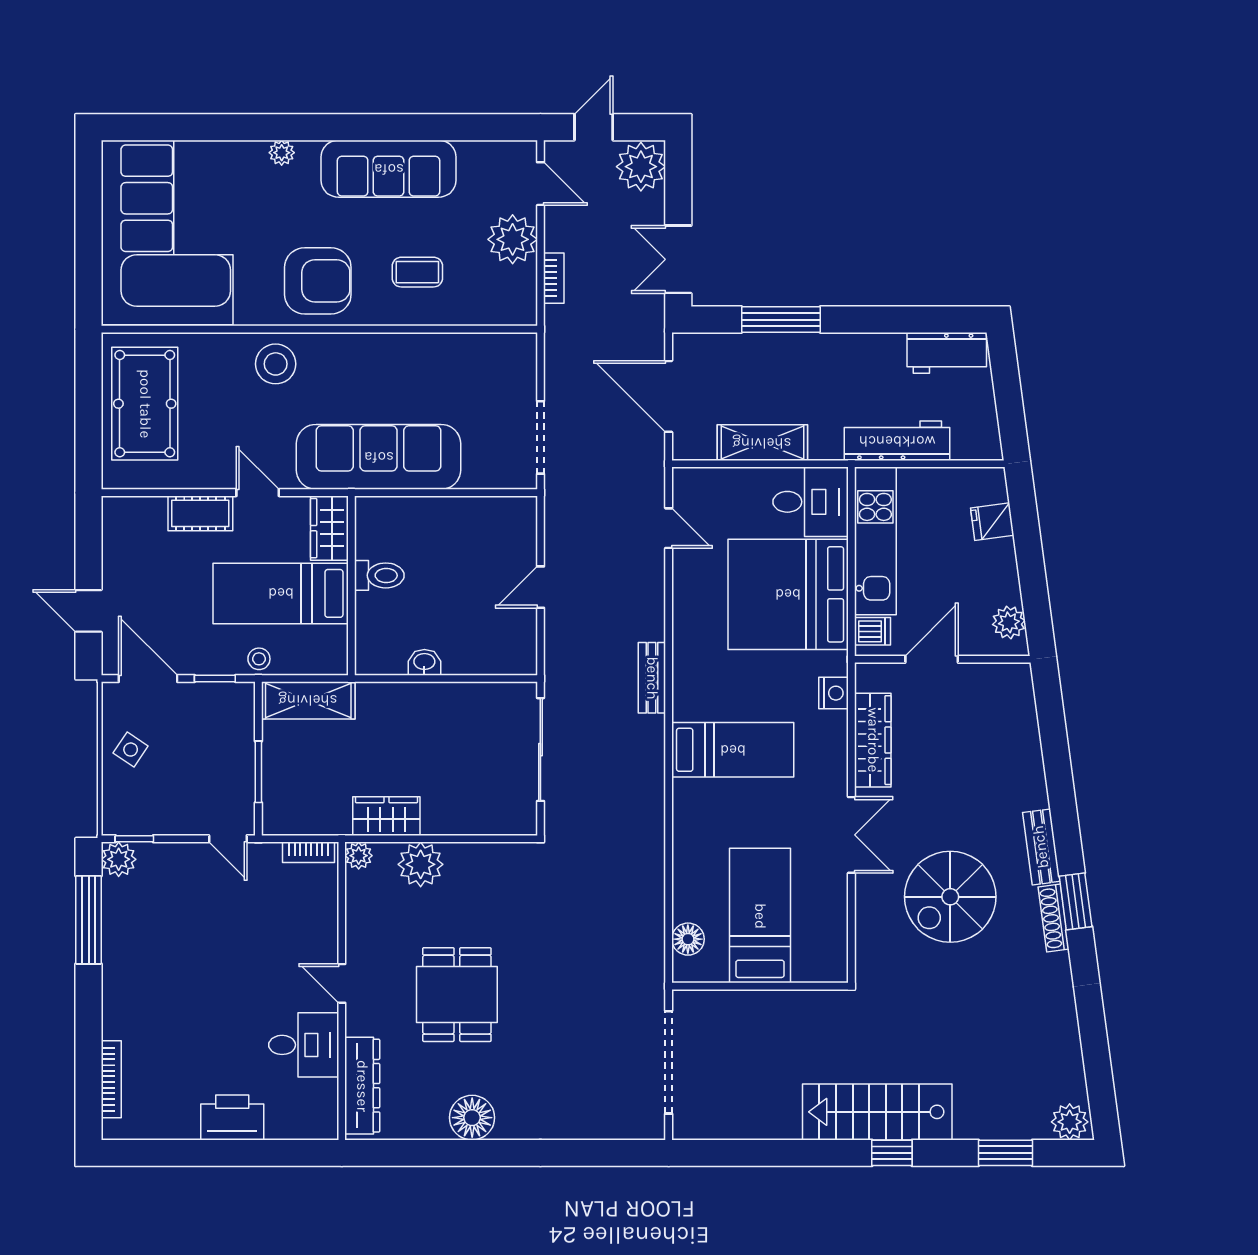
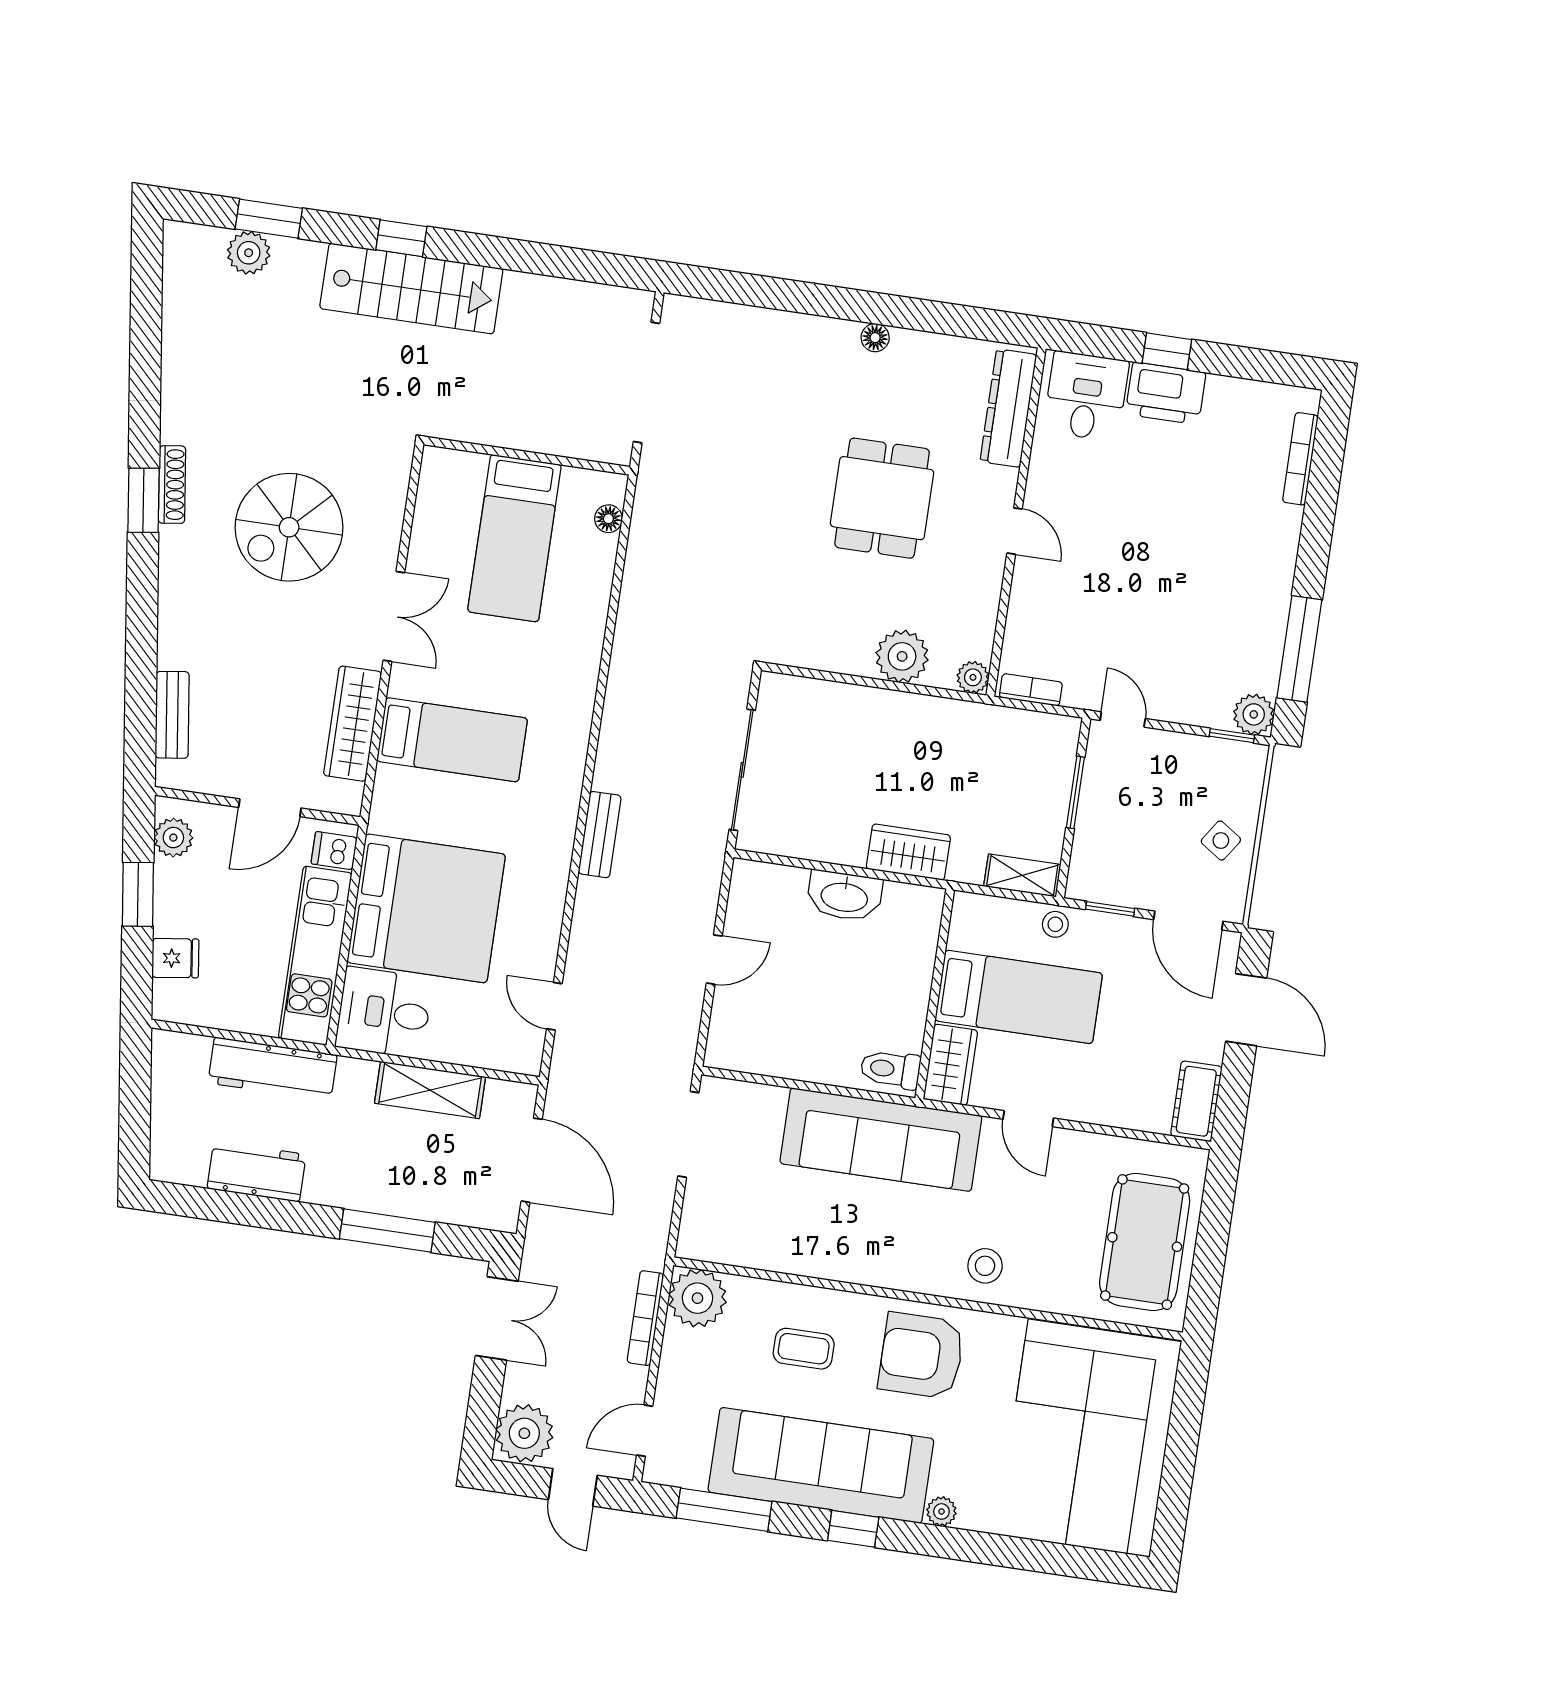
window: (354, 127) -> (853, 1529), added
window: (464, 127) -> (724, 1510), added
door: (594, 127) -> (573, 1487), hinge flipped
sofa: (389, 169) -> (821, 1465), width x1.36, depth x1.27
door: (540, 184) -> (645, 1431), hinge flipped
plant: (513, 239) -> (697, 1298), moved
bookcase: (554, 278) -> (645, 1318), width x1.56
workbench: (947, 353) -> (257, 1171), moved
stool: (276, 364) -> (985, 1266), width x0.73, depth x0.73
cot: (200, 513) -> (1196, 1101), moved, turned 90
window: (1031, 570) -> (138, 894), added
toilet: (379, 575) -> (890, 1069), moved
door: (89, 611) -> (1246, 1010), width x1.38
washbasin: (424, 662) -> (844, 896), width x1.91, depth x1.45
nightstand: (834, 693) -> (390, 785), removed
shelving: (308, 700) -> (1022, 875), width x0.67, depth x0.75
bed: (733, 750) -> (452, 740), moved, turned 180
wardrobe: (386, 816) -> (908, 852), moved, turned 180
double door: (851, 835) -> (394, 616), swing flipped
bench: (1041, 847) -> (172, 715), moved
spiral stairs: (950, 897) -> (289, 527), turned 180
floor lamp: (688, 939) -> (608, 519), width x0.73, depth x0.73
desk: (304, 1045) -> (1086, 396), moved, turned 90
floor lamp: (472, 1118) -> (875, 338), width x0.53, depth x0.53
plant: (1070, 1122) -> (249, 253), moved
window: (236, 1153) -> (1167, 351), added

